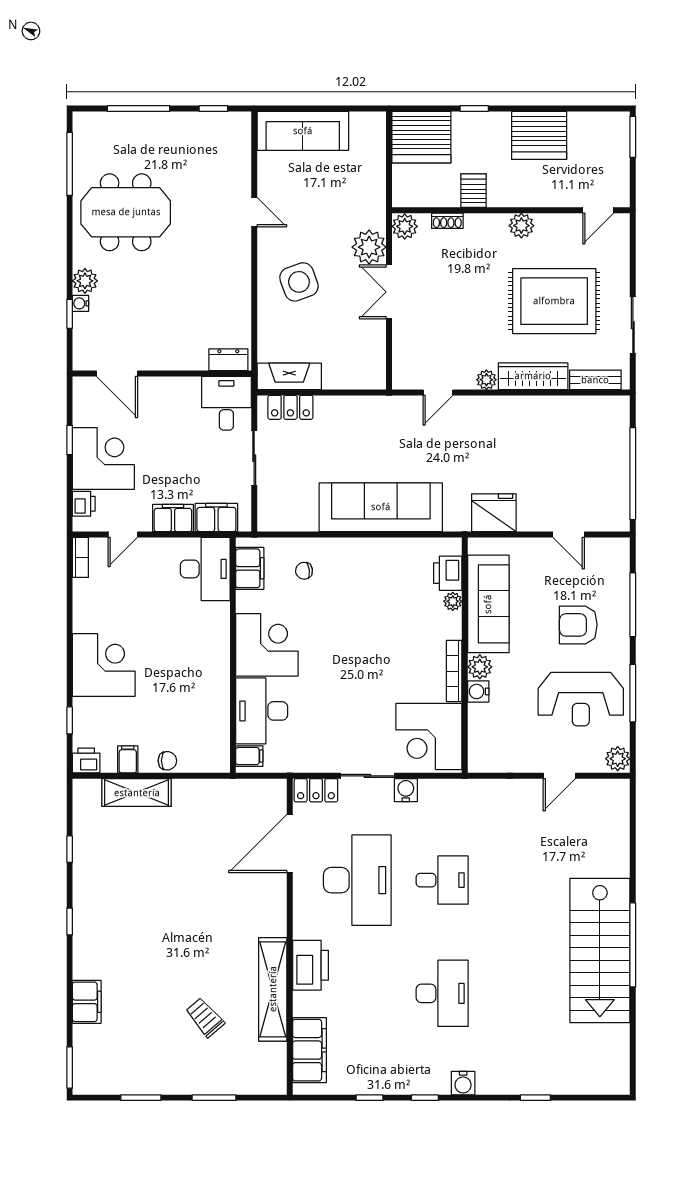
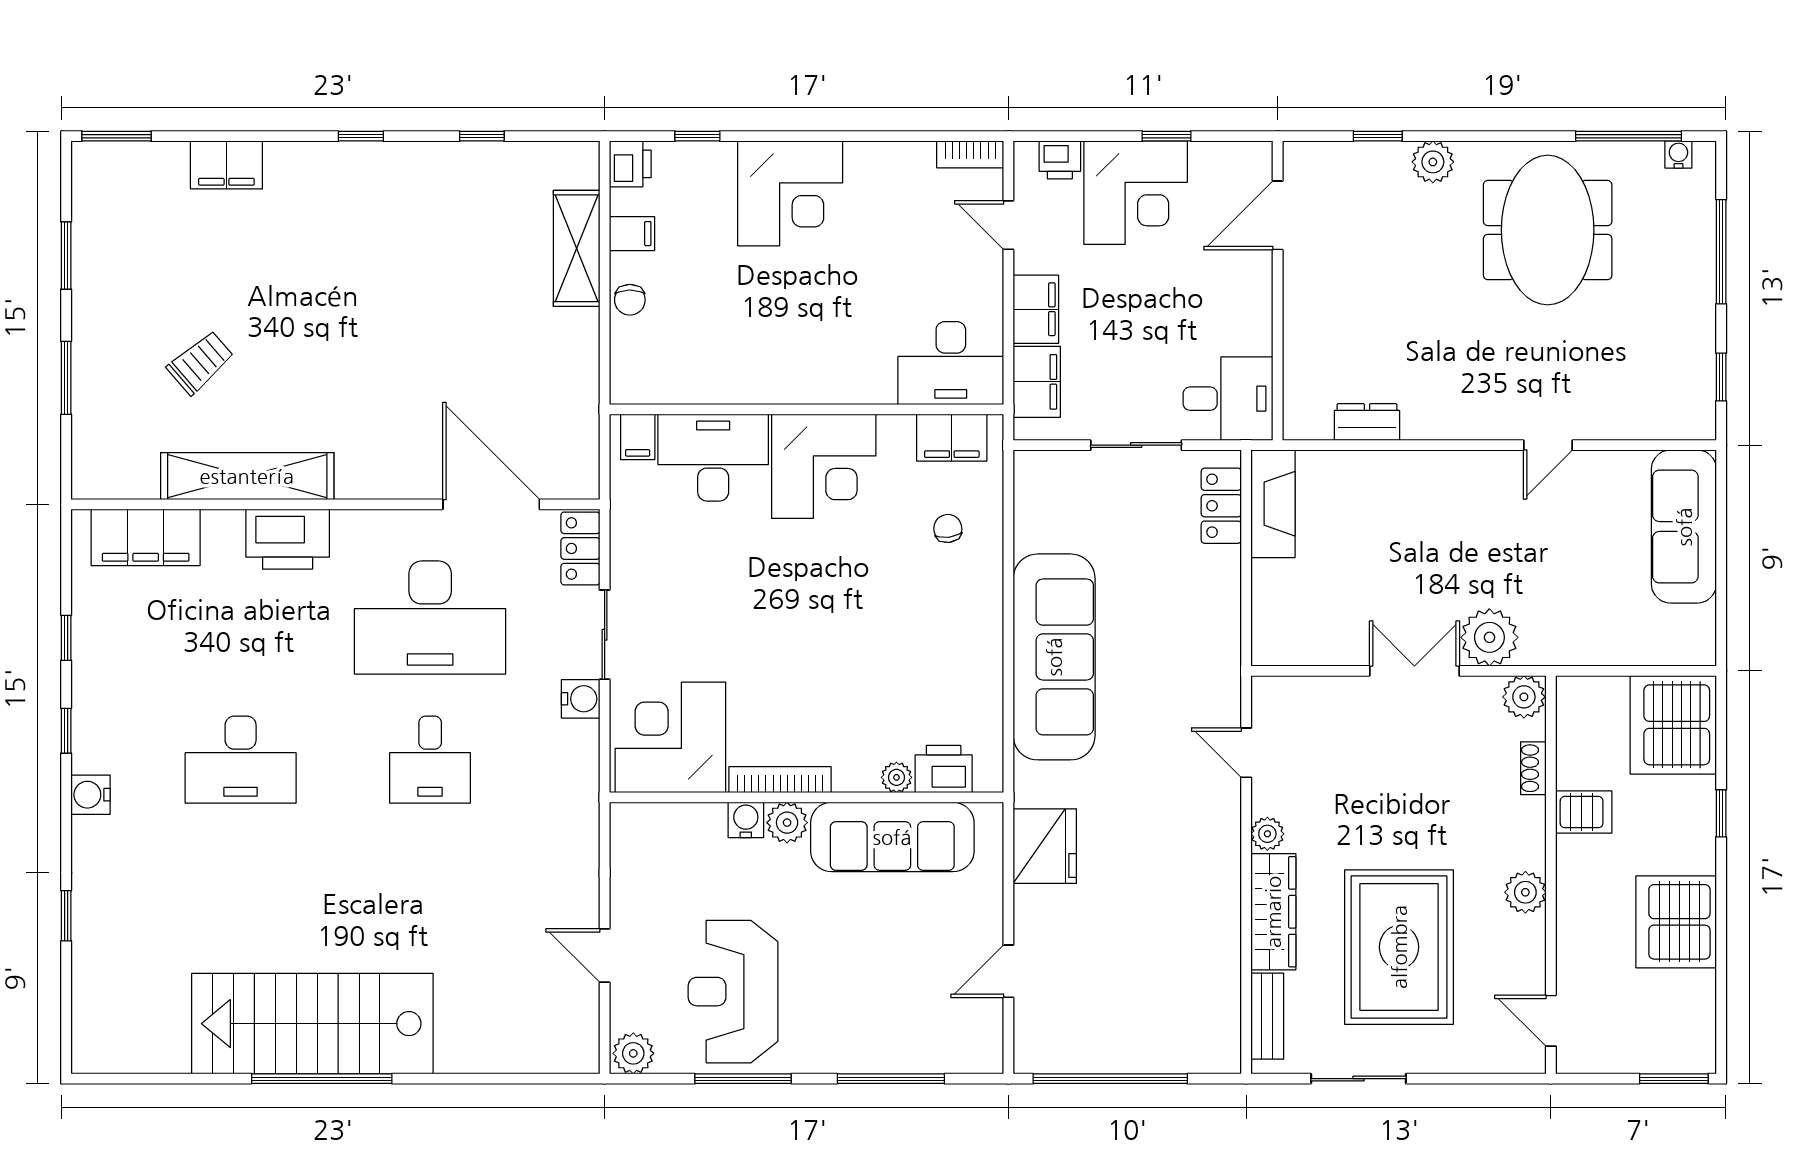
side table: (299, 282) -> (1431, 520), removed
water cooler: (81, 303) -> (1678, 155), moved
dresser: (228, 360) -> (1367, 422), moved, turned -90
armchair: (578, 625) -> (857, 987), removed

